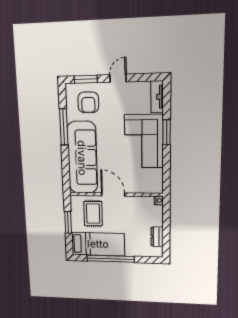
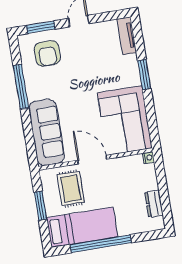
corner sofa: (144, 141) -> (125, 120), moved
sofa: (82, 158) -> (47, 132), width x0.74, depth x0.79

